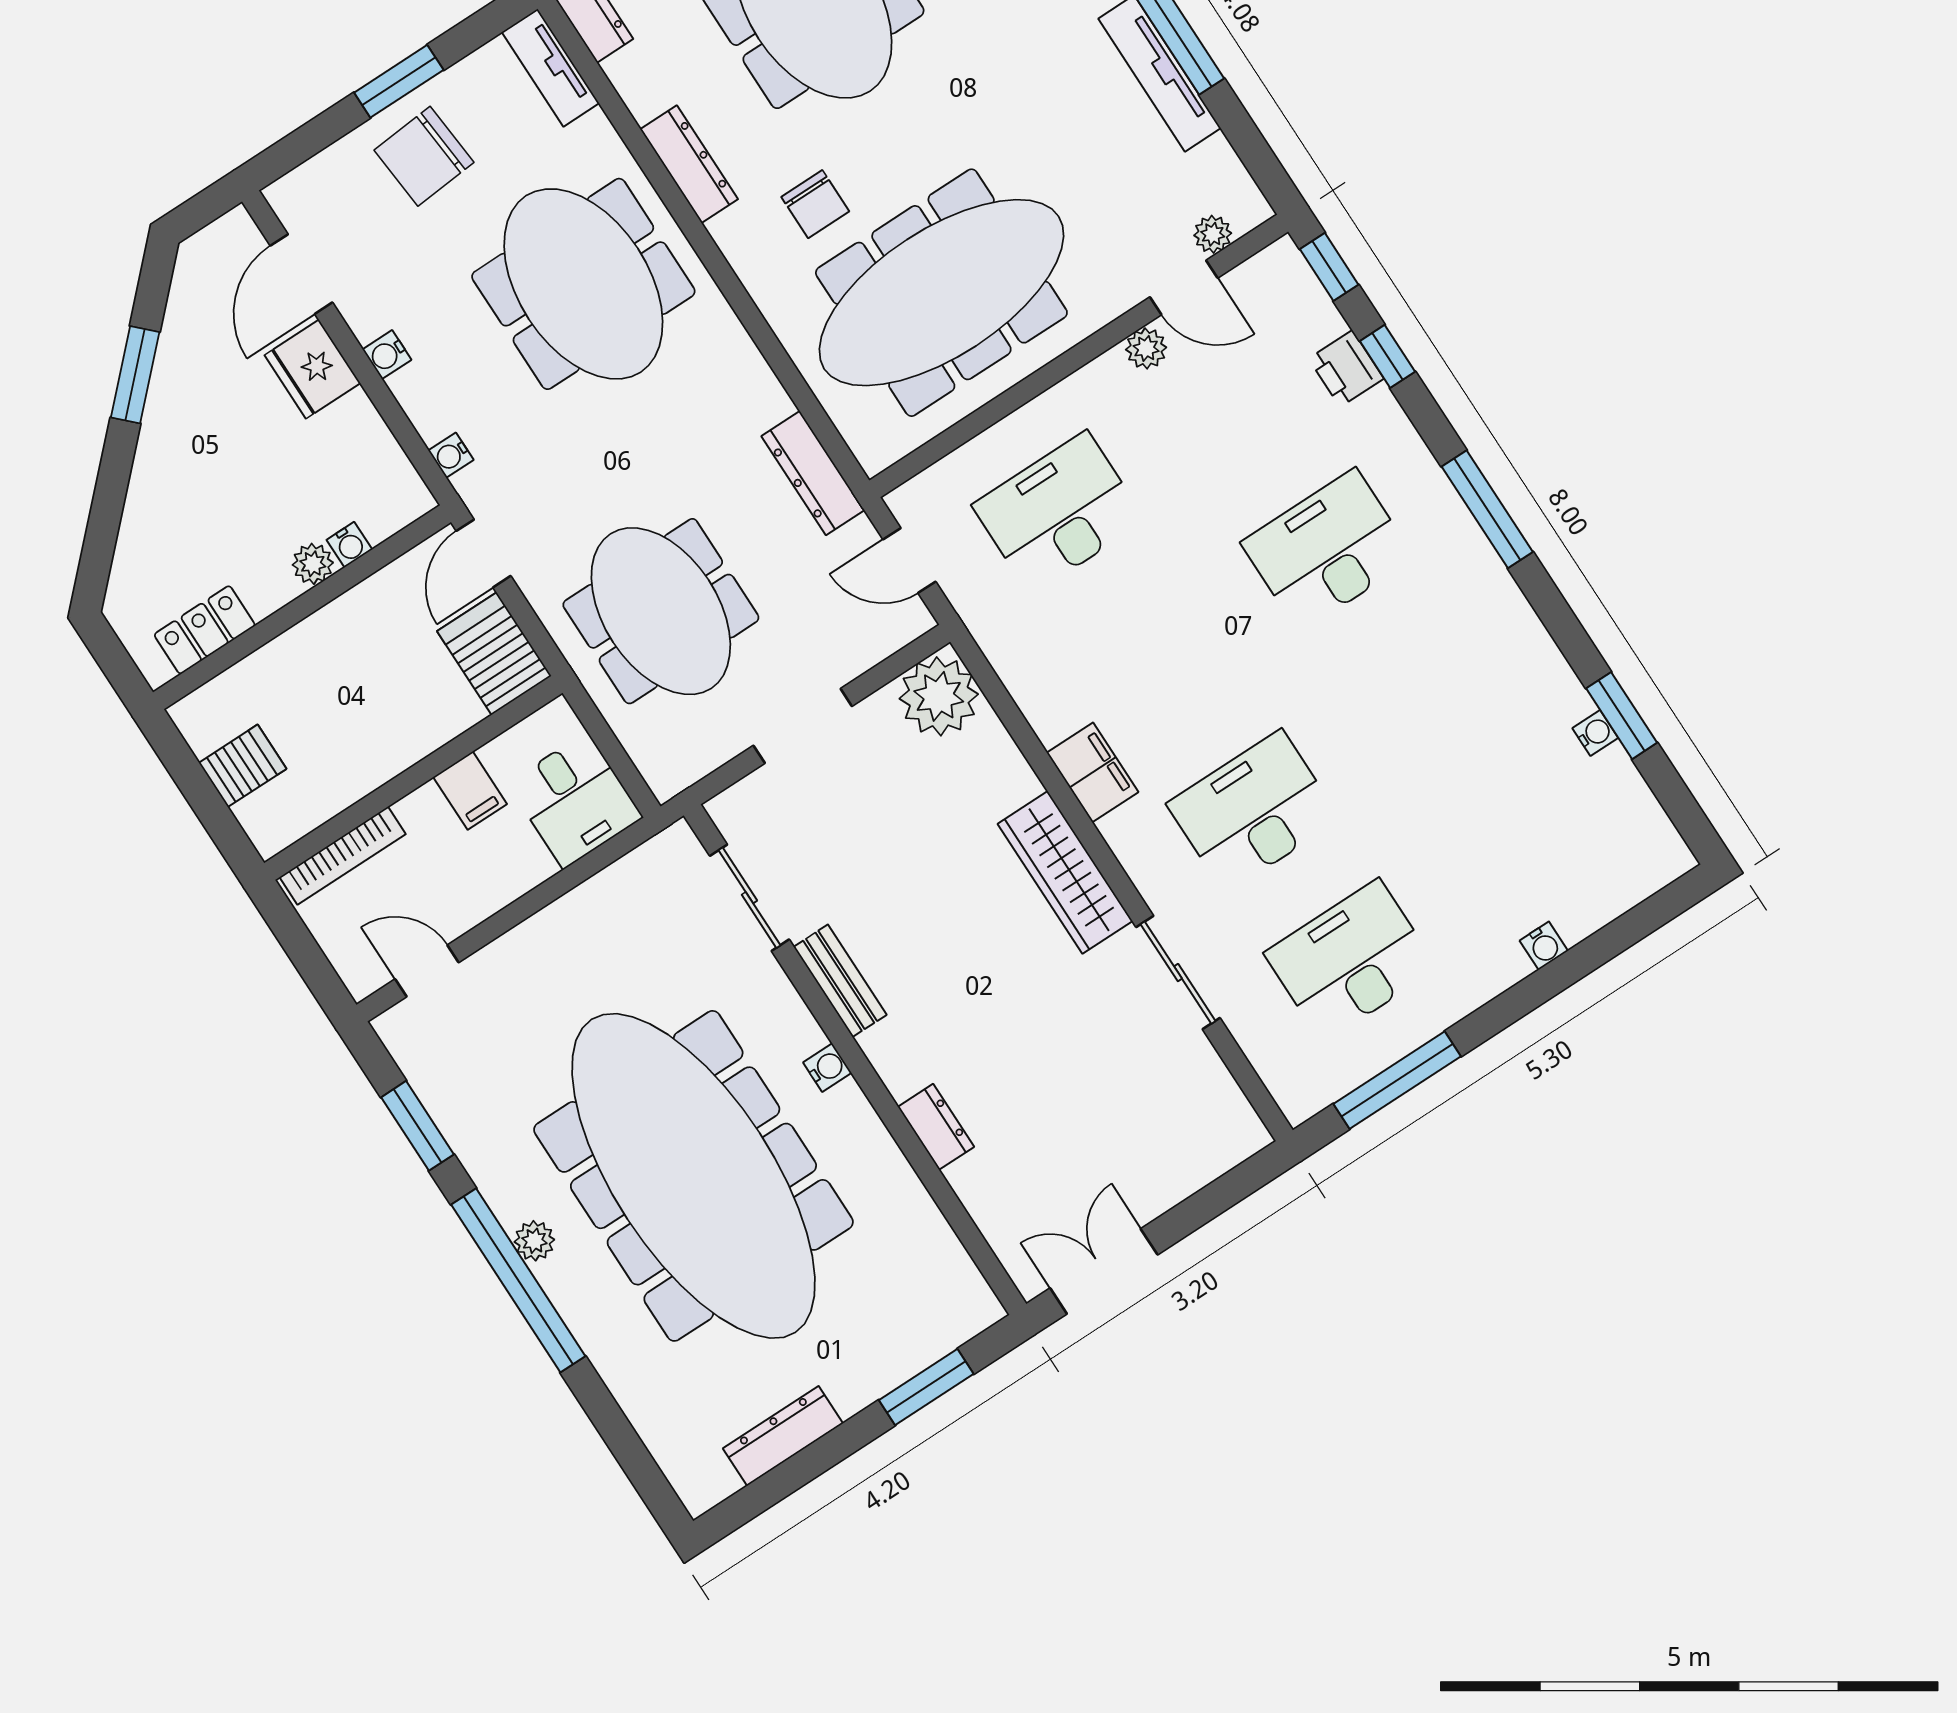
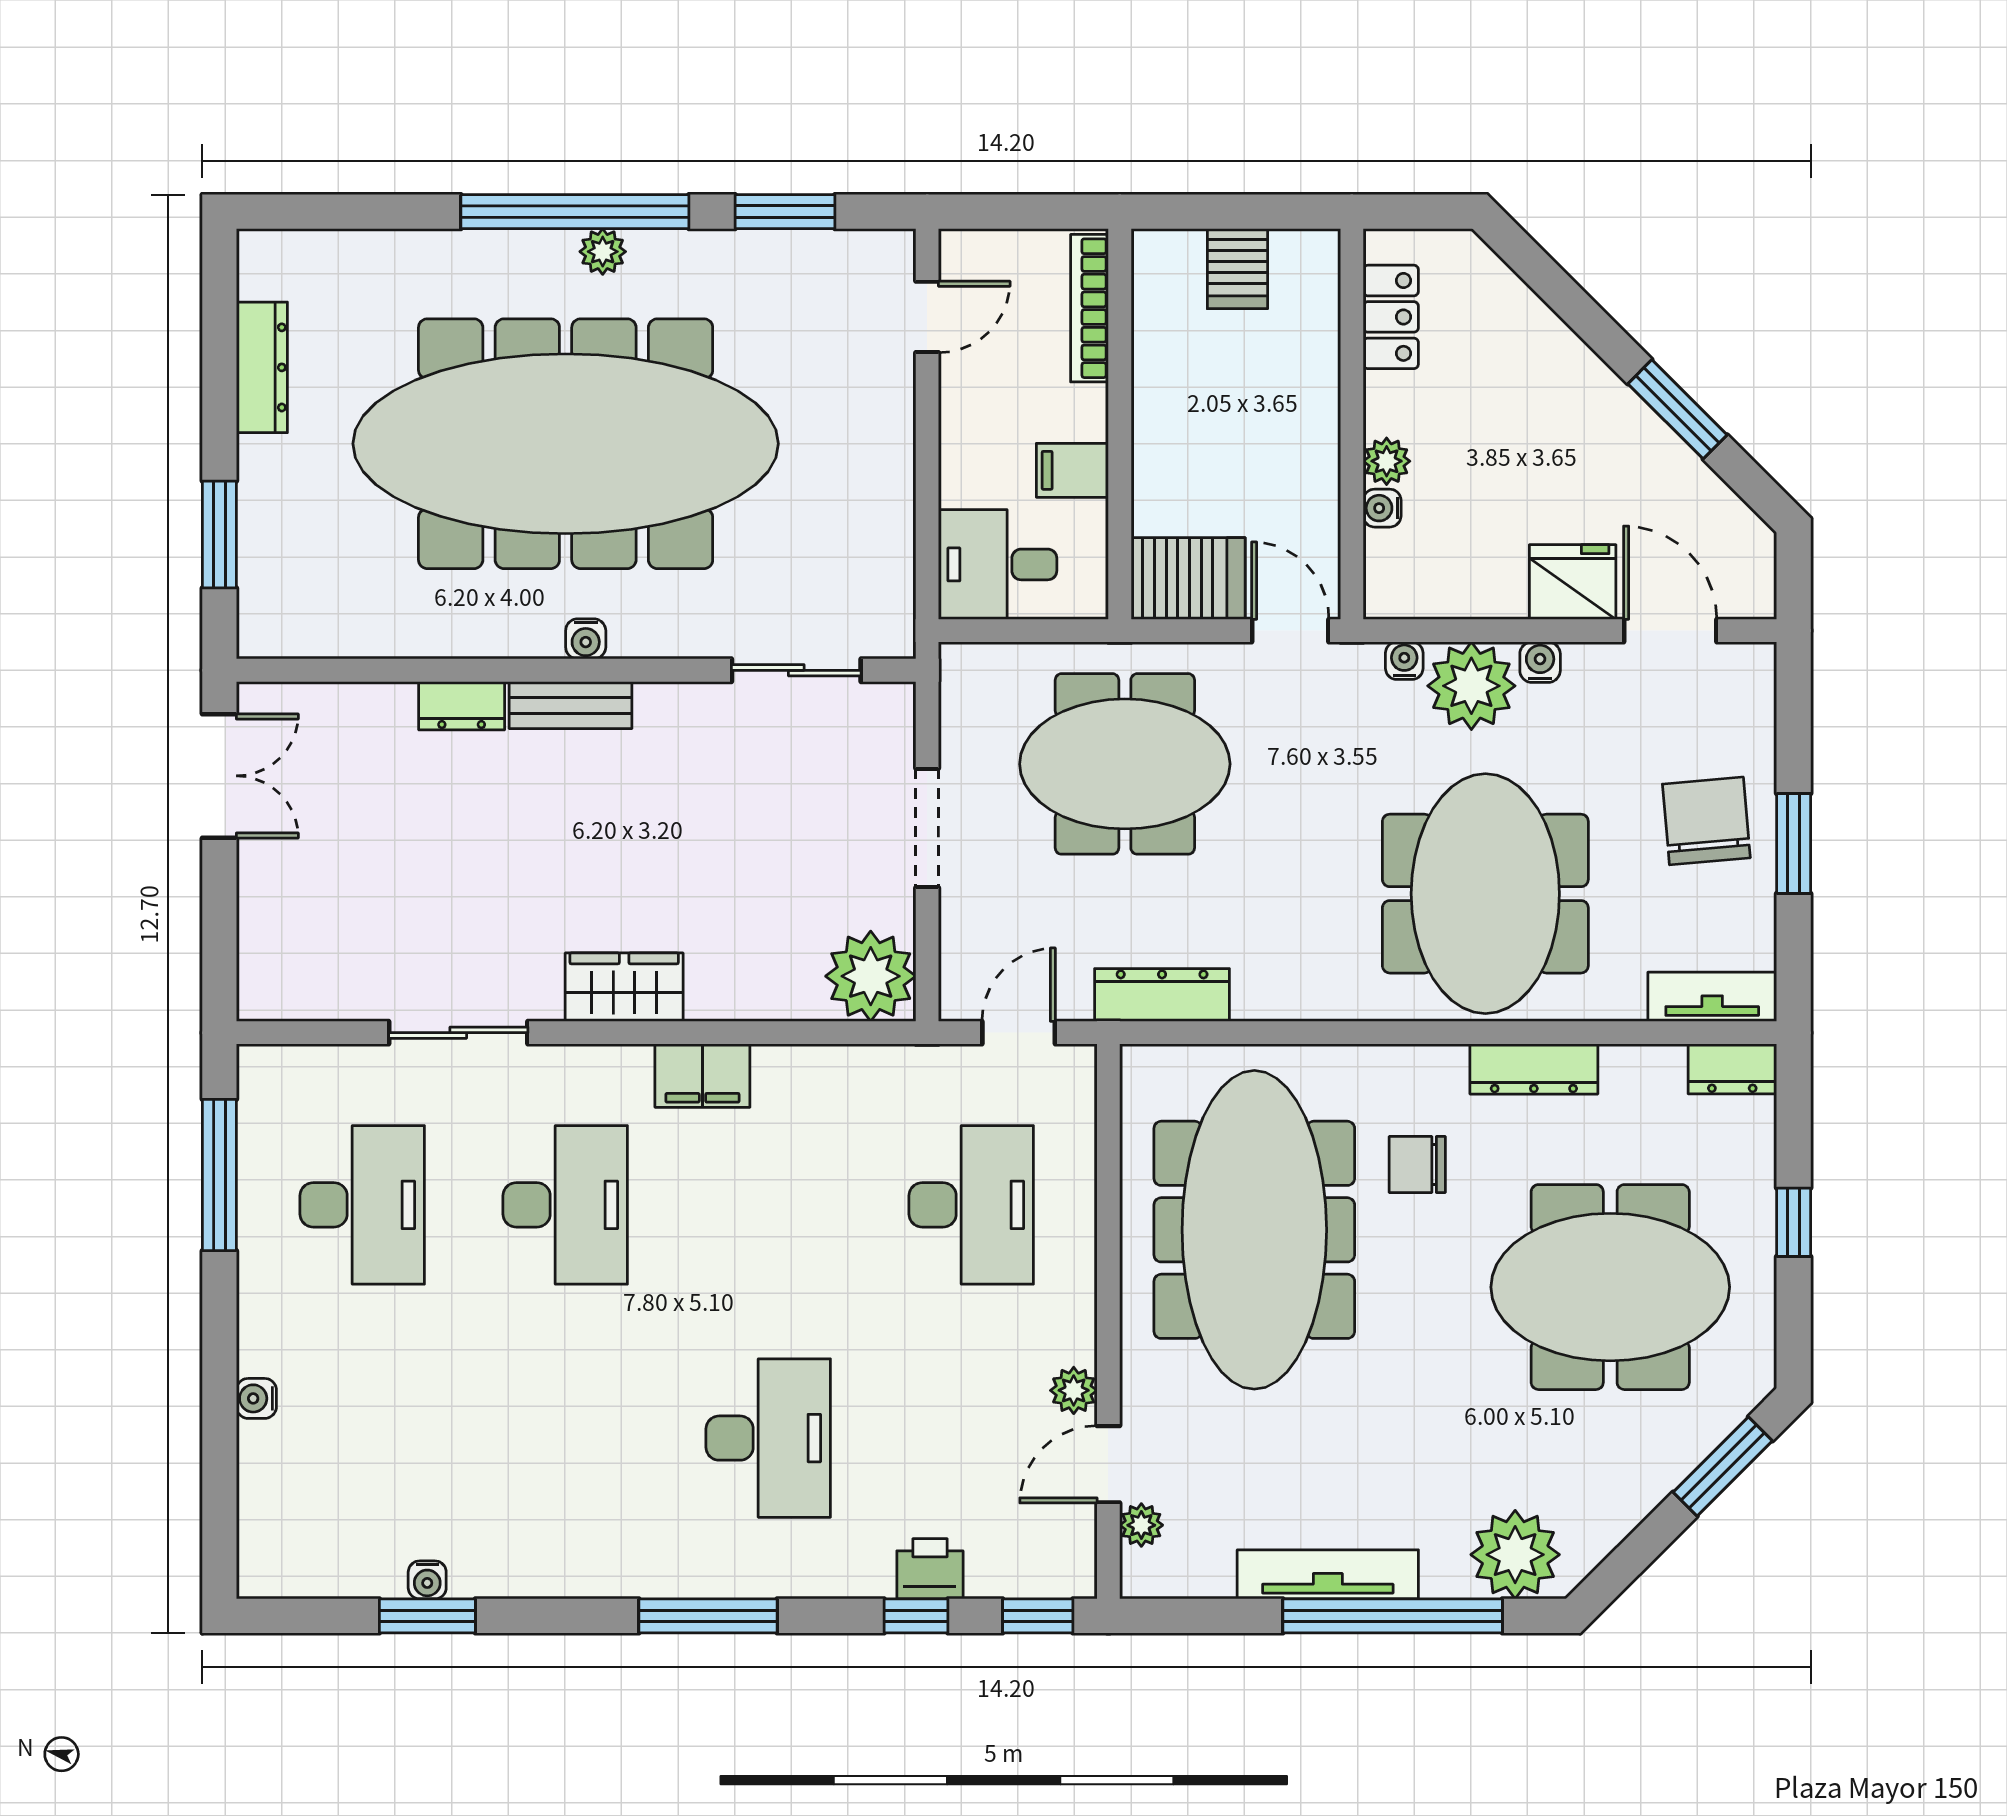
meeting table: (583, 284) -> (1485, 894), turned 90
plant: (437, 394) -> (1471, 686), added
wardrobe: (1065, 872) -> (624, 987), width x0.67
bench: (840, 981) -> (571, 705), moved

